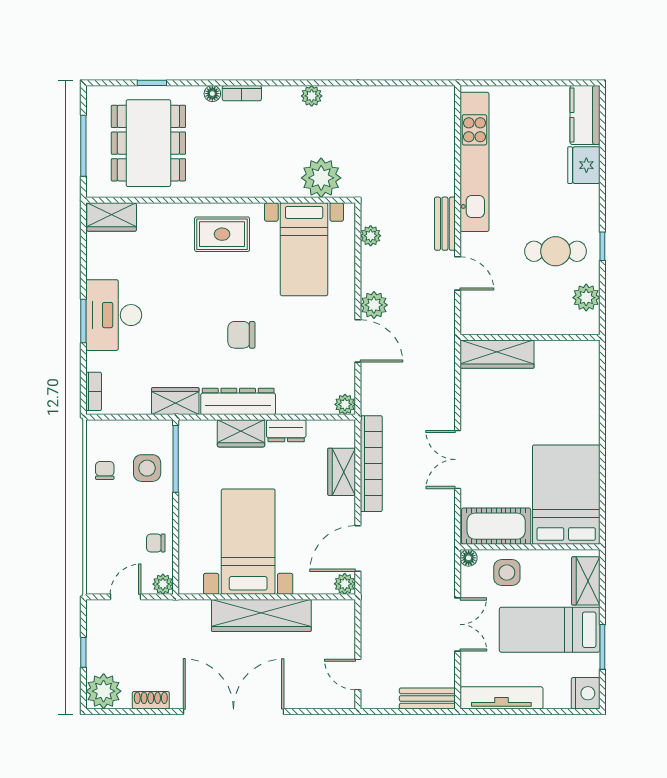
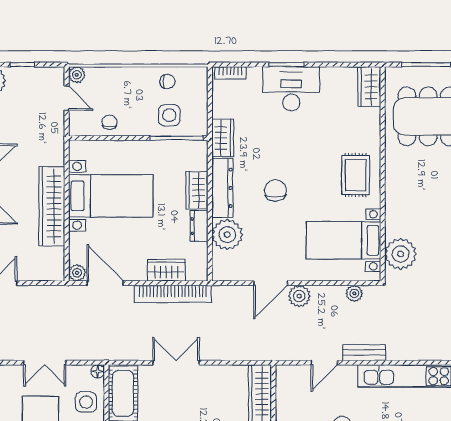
plant: (345, 404) -> (227, 235), moved, width x1.88, depth x1.88
plant: (163, 584) -> (77, 75), moved

